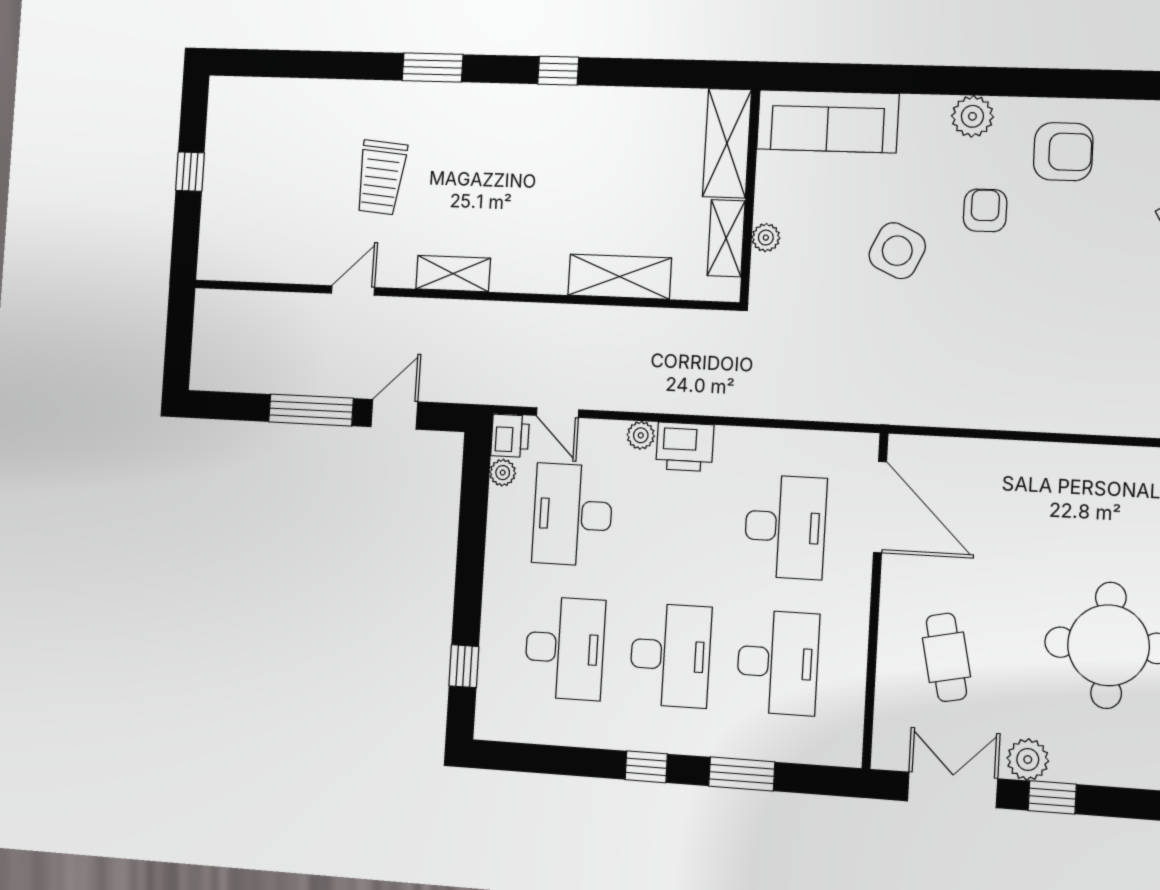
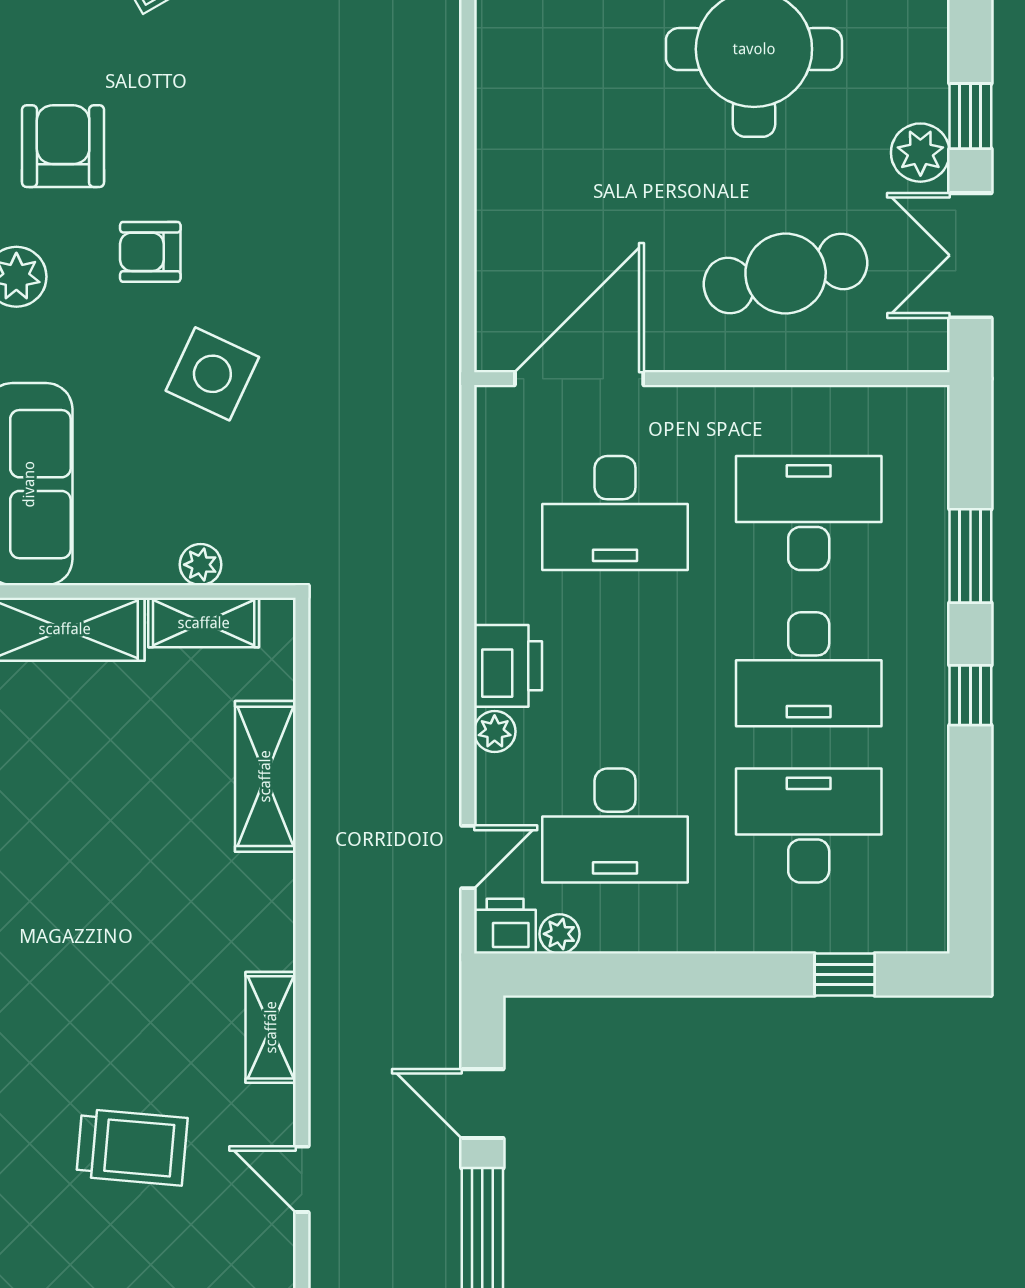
desk: (785, 527) -> (615, 513), turned 180
desk: (670, 655) -> (809, 669), turned 180
cafe table: (946, 657) -> (786, 273), width x1.37, depth x1.35

